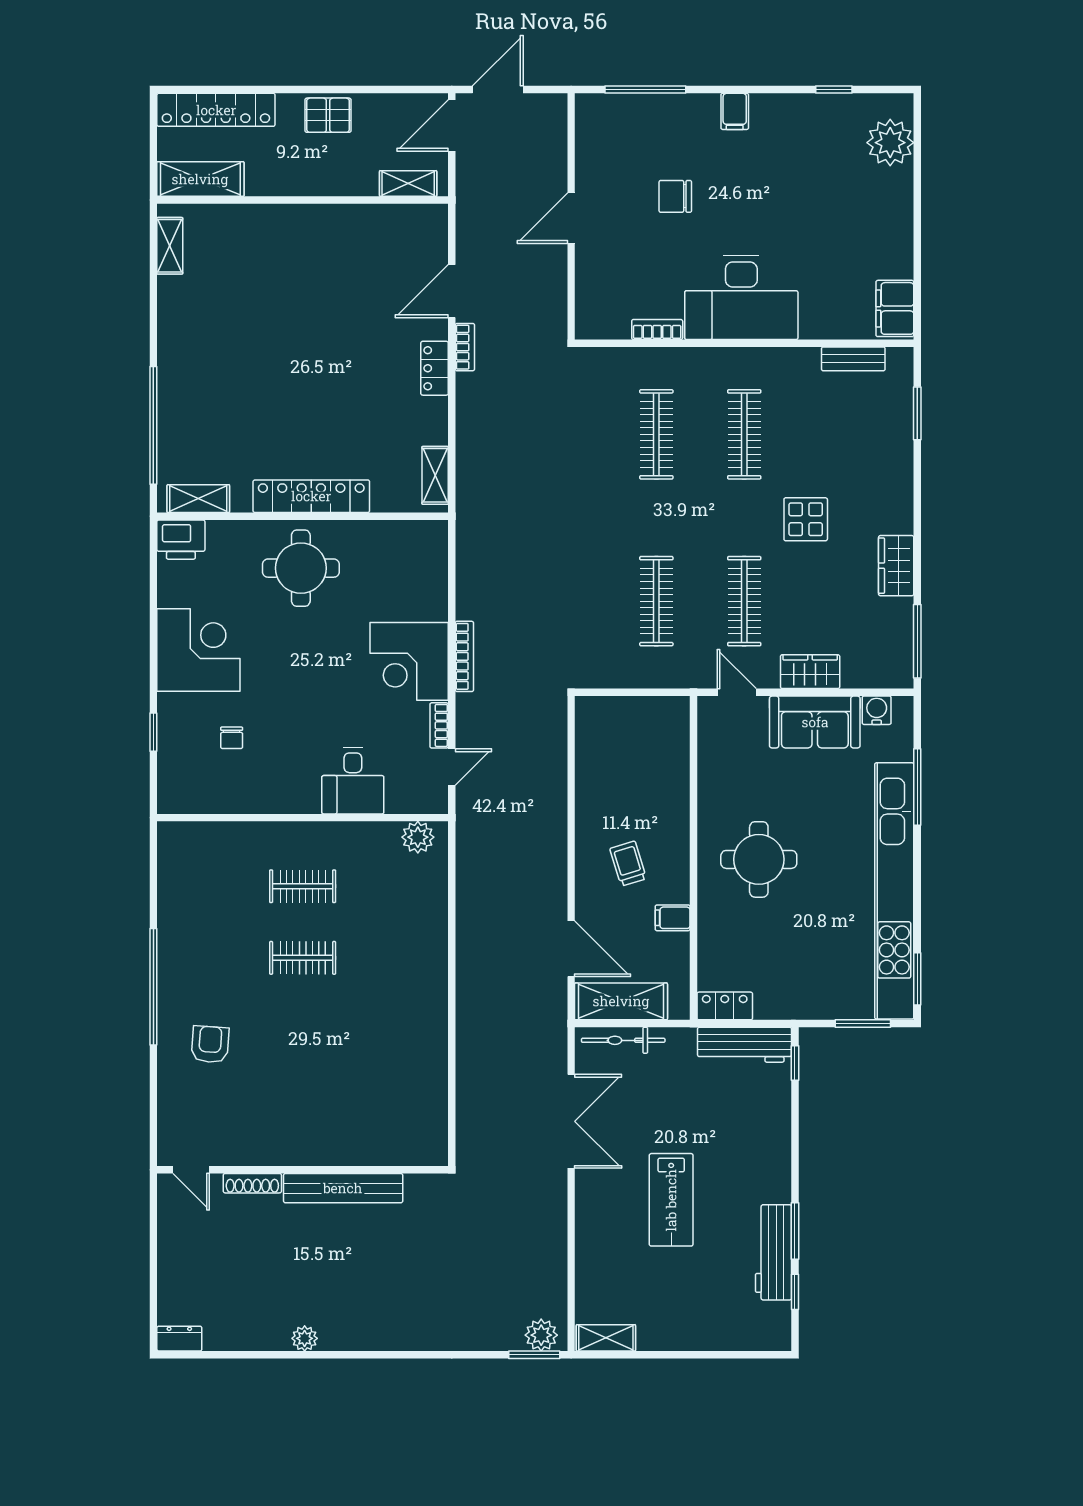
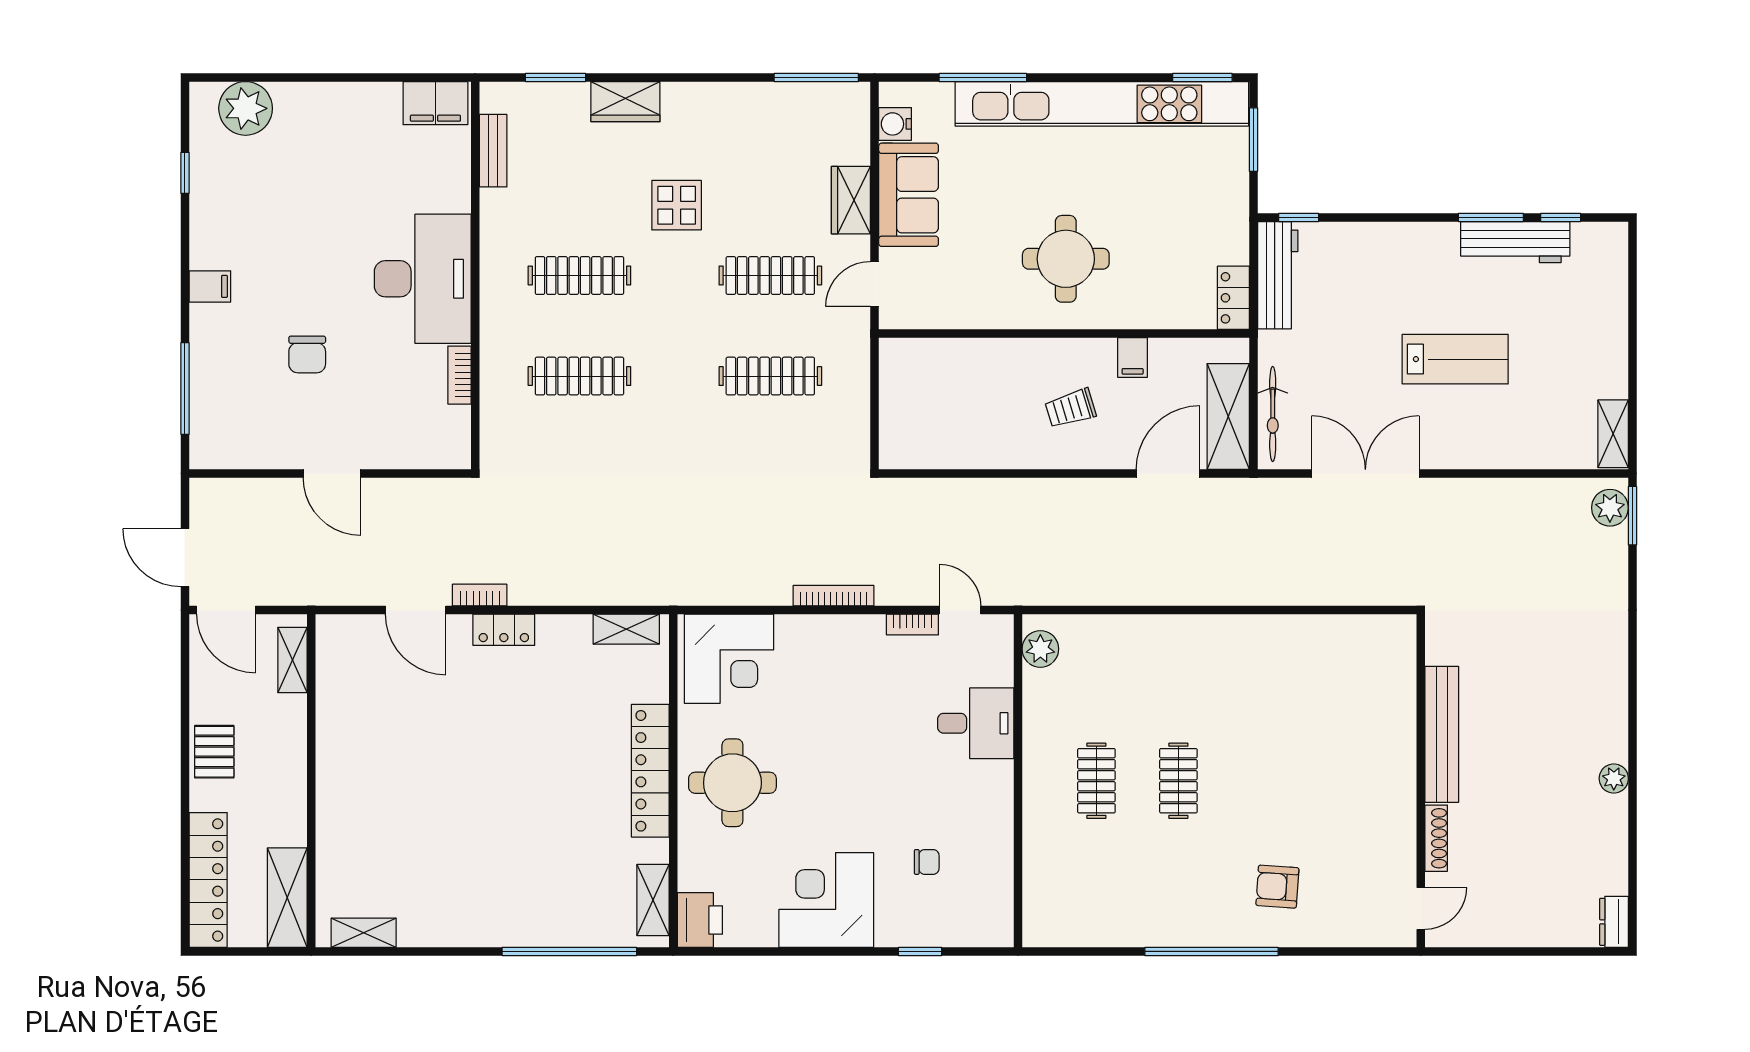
wardrobe: (896, 566) -> (625, 102), moved
corner desk: (409, 661) -> (729, 659), moved

